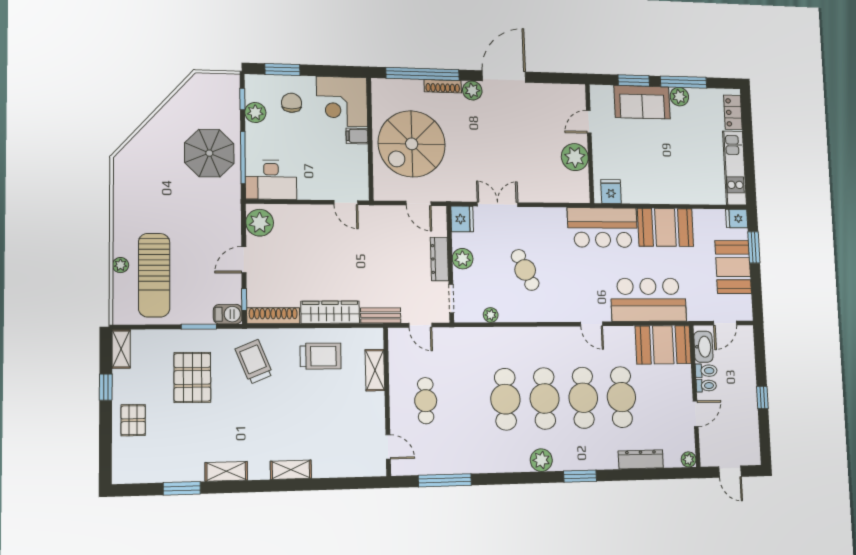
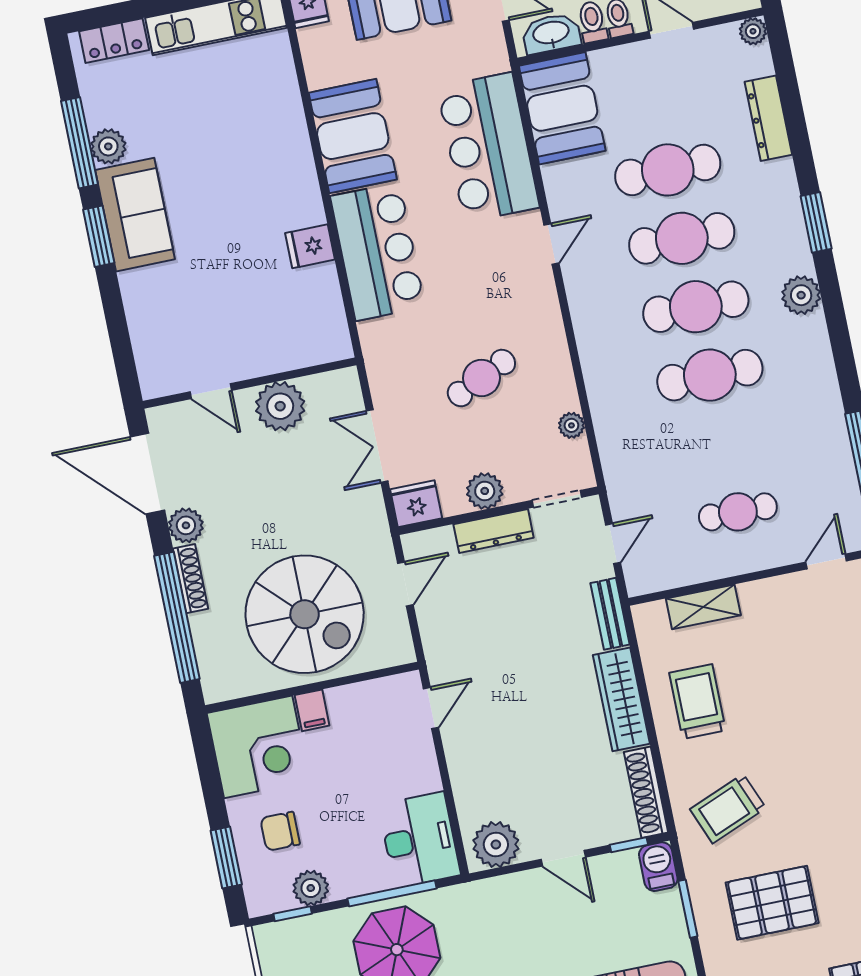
door: (589, 122) -> (211, 391), moved
wall: (590, 143) -> (250, 383), moved
plant: (575, 157) -> (280, 406), moved

